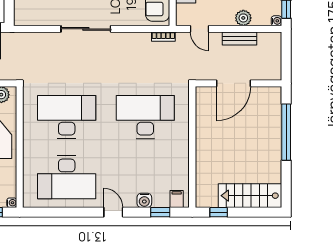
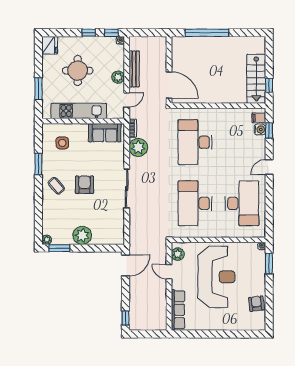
plant: (243, 18) -> (118, 77), moved
bench: (240, 39) -> (134, 69), width x1.36
plant: (139, 44) -> (138, 147), added
door: (233, 83) -> (169, 85), moved
stairs: (250, 196) -> (256, 79), moved
water cooler: (144, 200) -> (260, 130), moved

